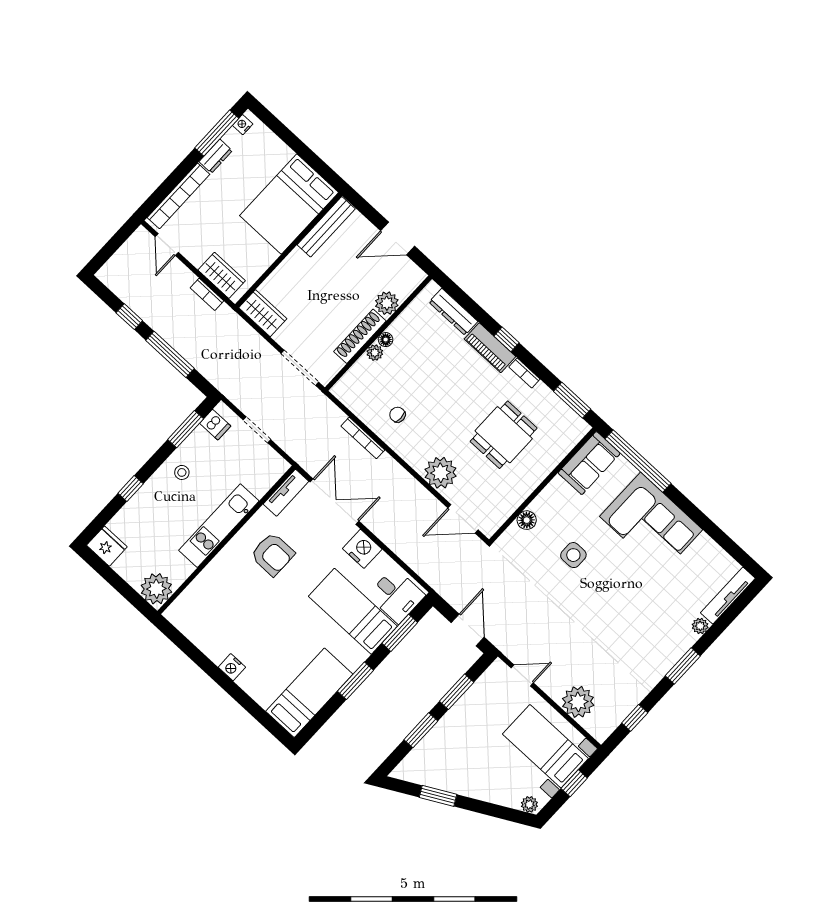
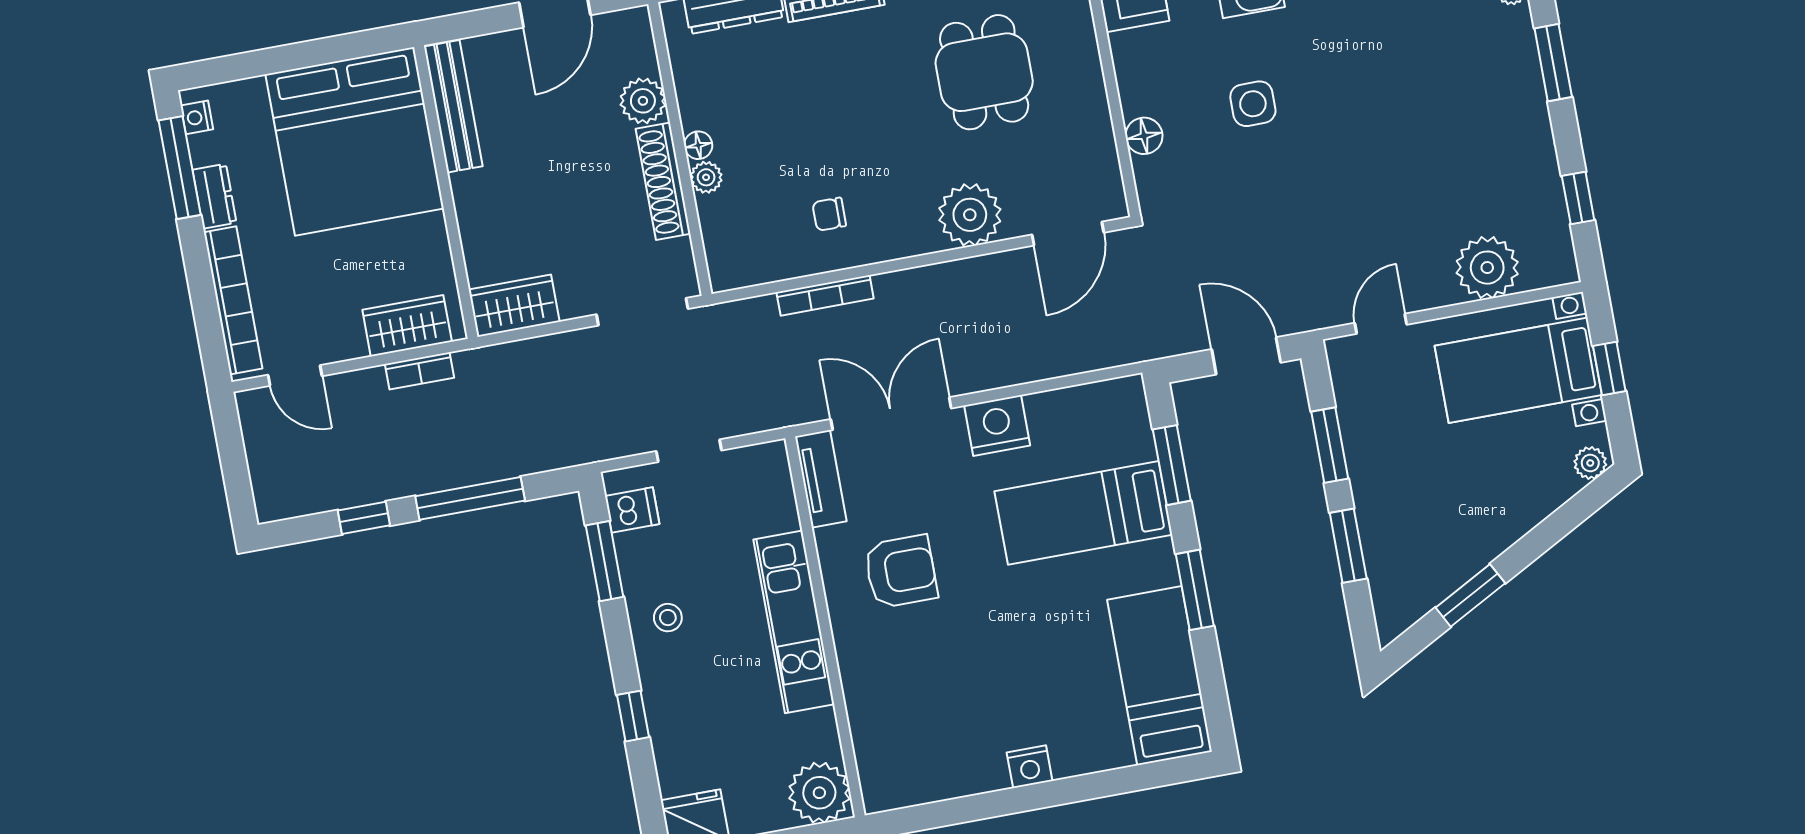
bed: (289, 204) -> (355, 141), width x1.36
desk: (396, 595) -> (1109, 427), removed

